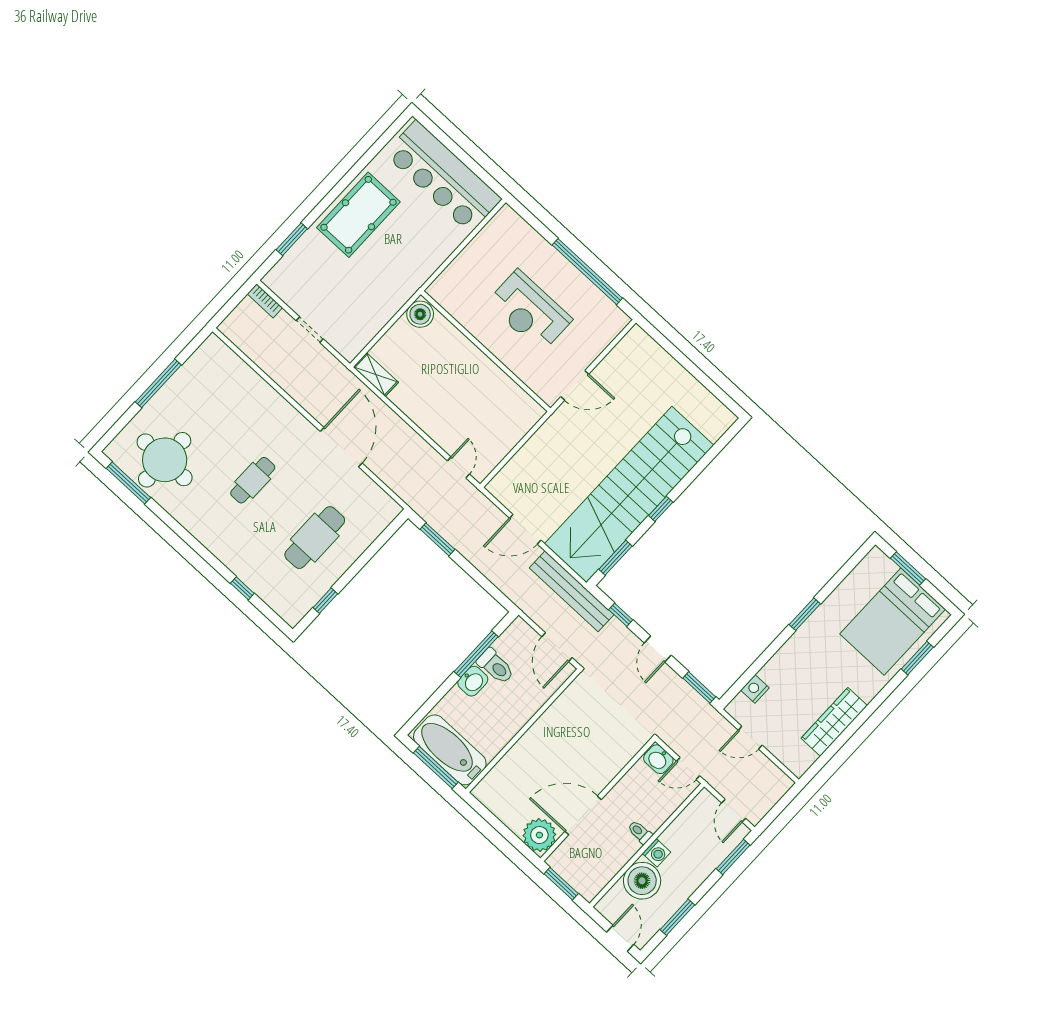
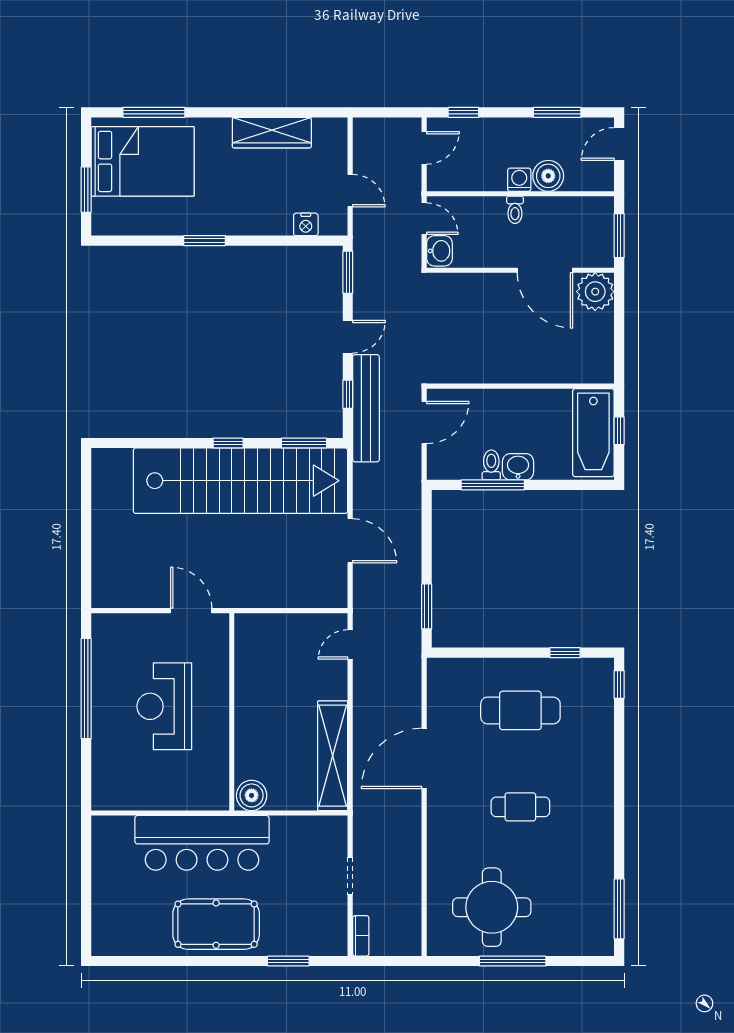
bar counter: (443, 176) -> (202, 843), moved, turned 90
reception desk: (529, 311) -> (164, 706), turned 180
shelving: (376, 375) -> (333, 756), width x2.20, depth x1.33
round table: (165, 460) -> (492, 907), moved
window: (242, 588) -> (619, 685), moved
bench: (572, 591) -> (366, 408), moved
window: (917, 658) -> (154, 112), width x1.44
toilet: (496, 666) -> (491, 465), width x0.73, depth x0.72
window: (436, 768) -> (619, 431), width x0.46
window: (733, 857) -> (463, 112), width x0.67
boiler: (642, 881) -> (548, 176), width x0.73, depth x0.73

